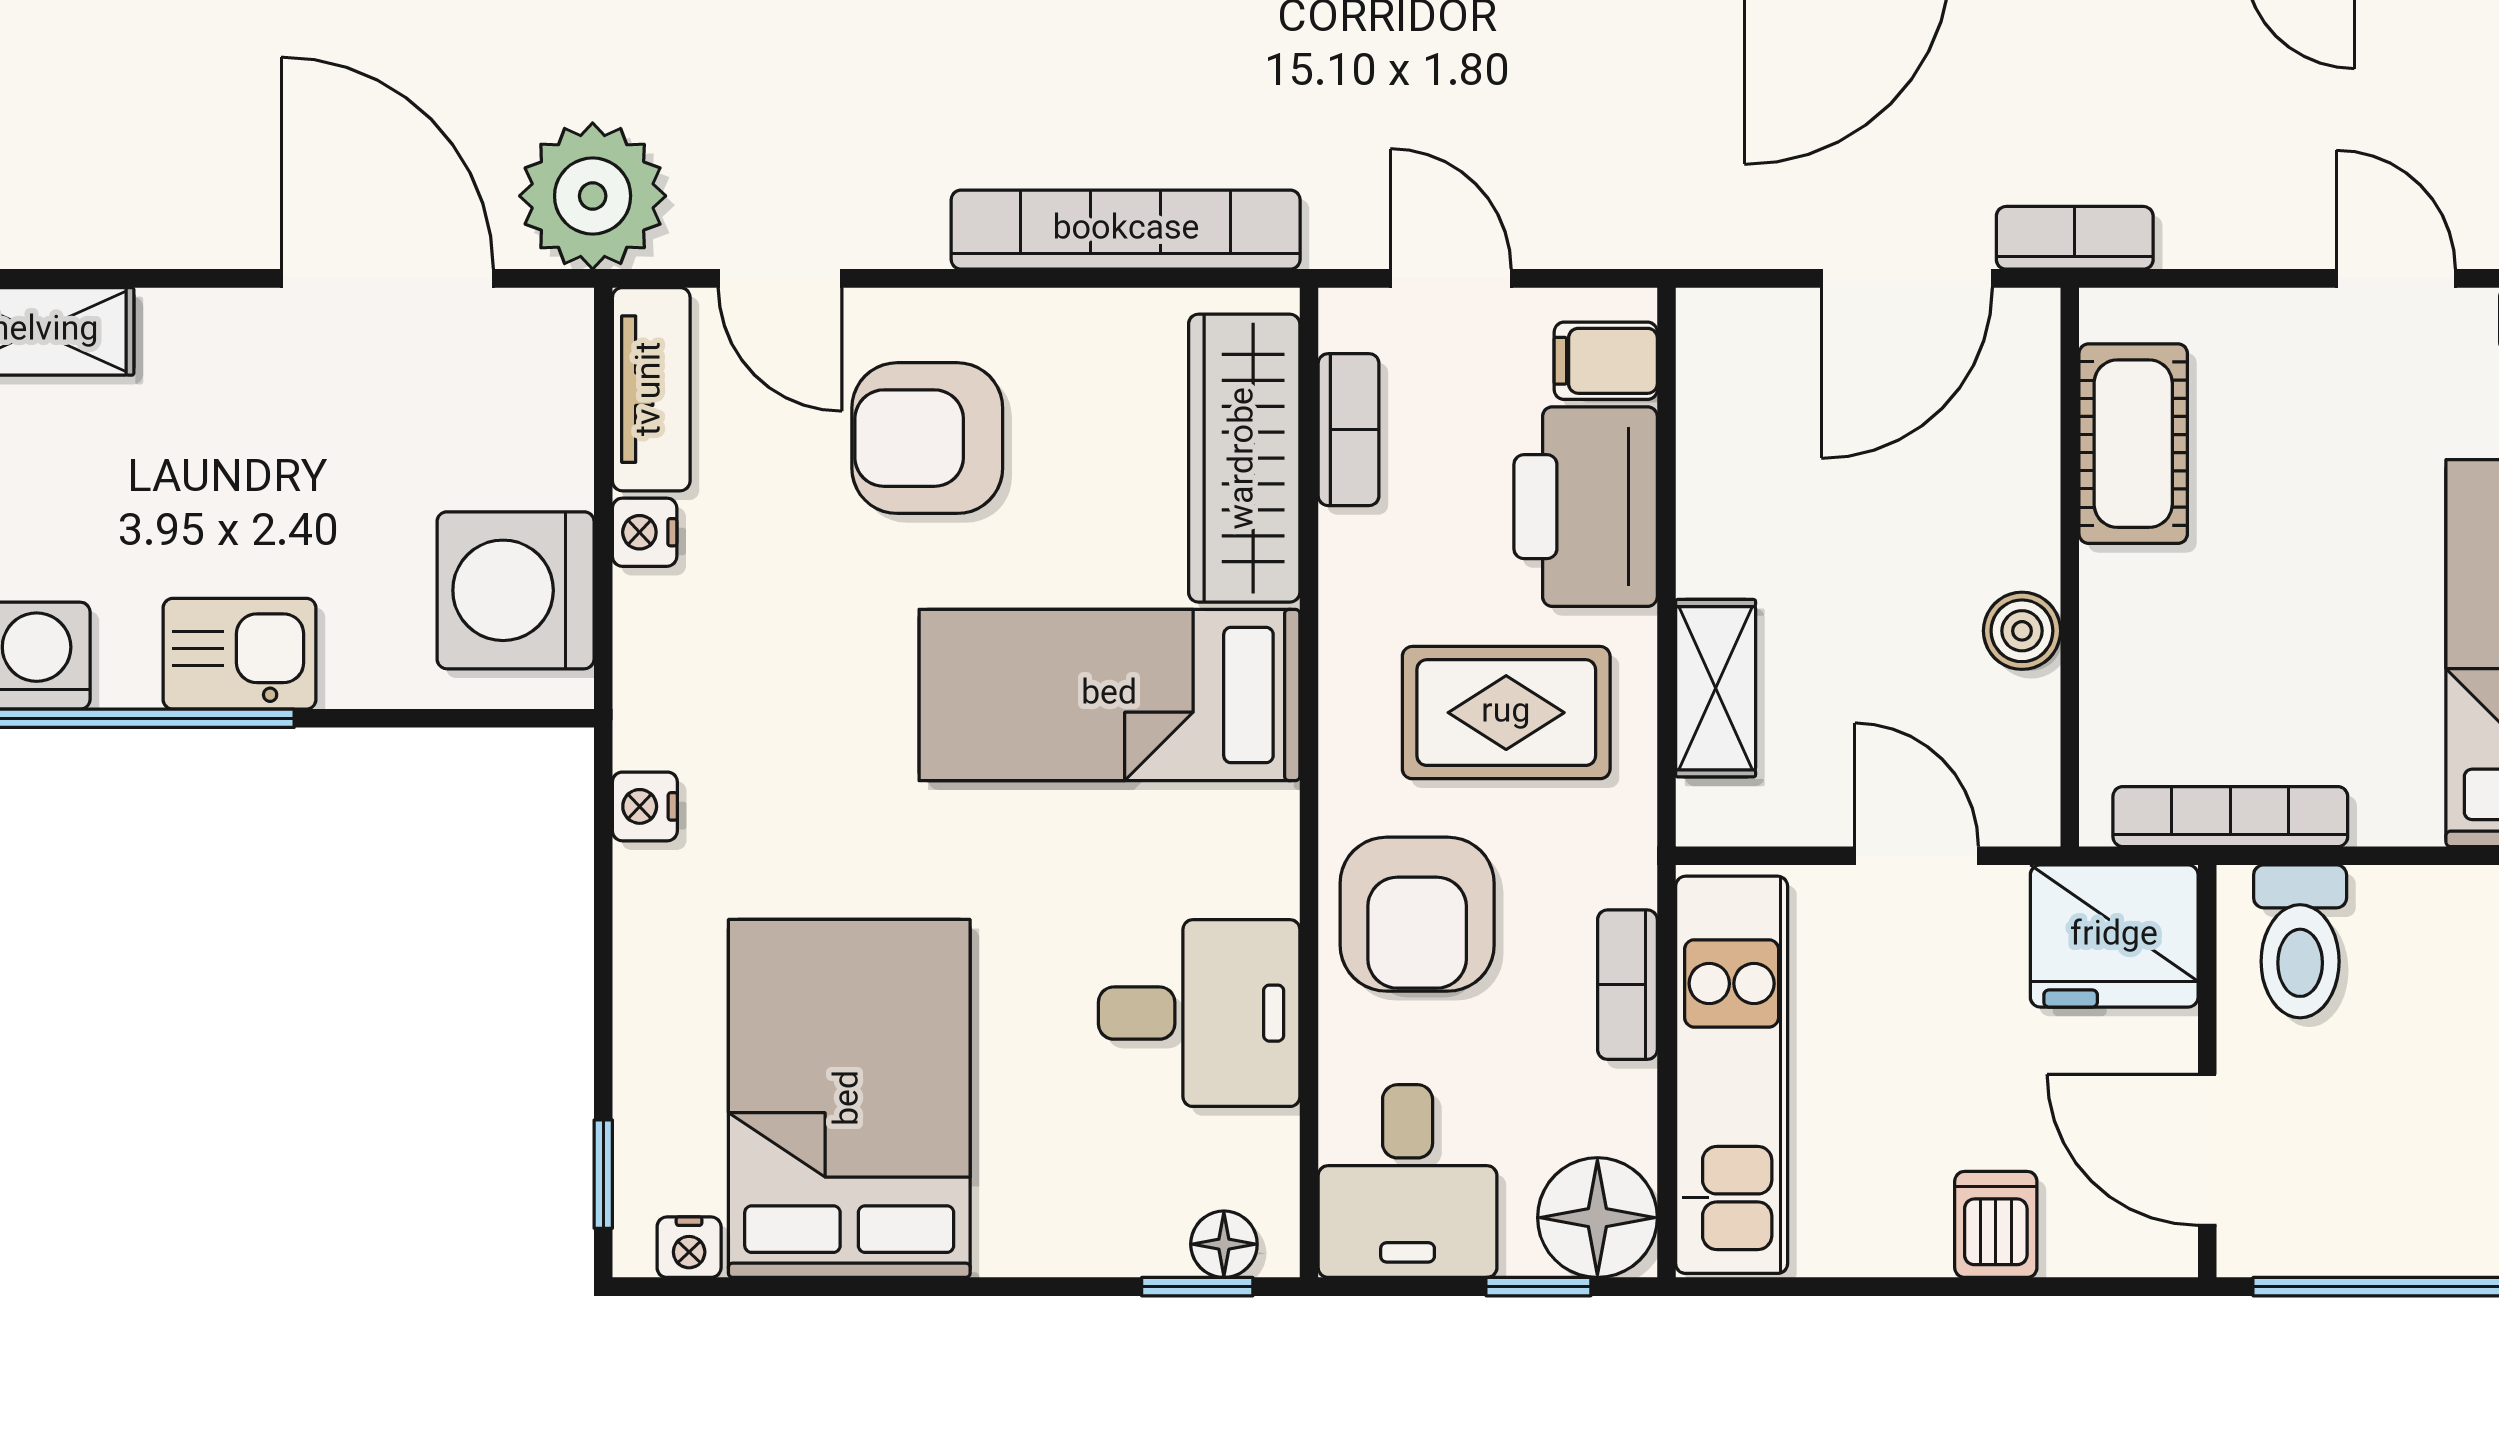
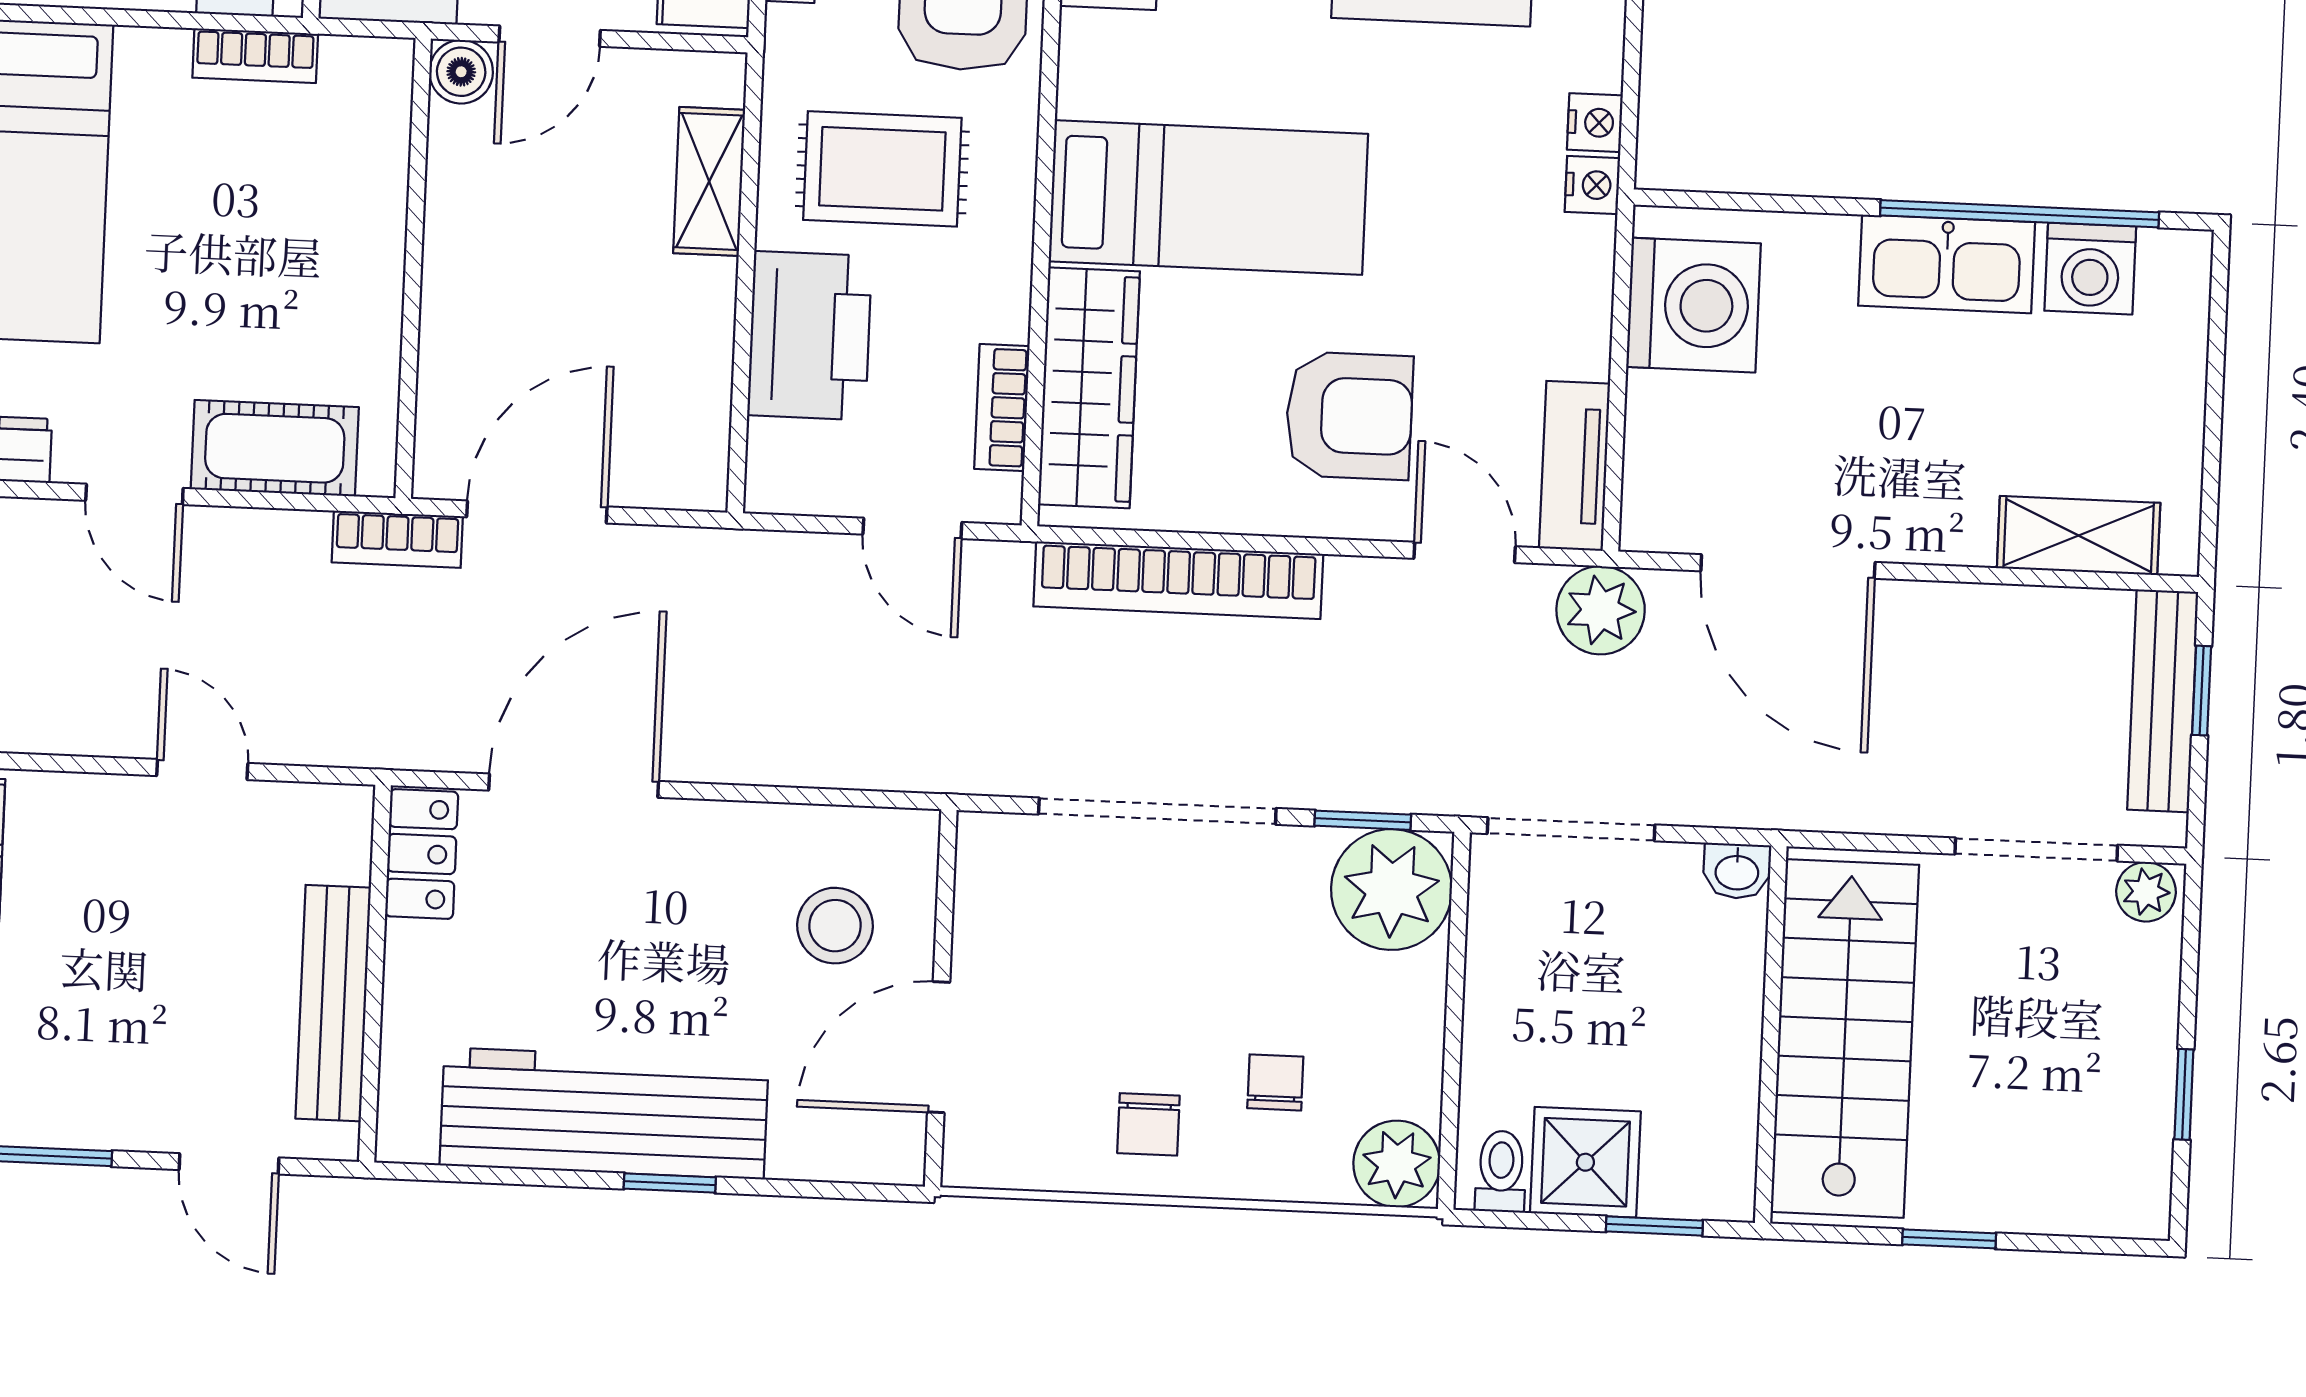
plant: (593, 196) -> (1601, 610), width x0.73, depth x0.73
filing cabinet: (1606, 361) -> (788, 455), removed
cot: (2133, 444) -> (275, 448), moved, turned 90
nightstand: (645, 532) -> (1592, 185), moved
boiler: (2022, 631) -> (461, 72), moved
kitchen sink: (240, 654) -> (1947, 264), width x1.38
bookcase: (2230, 817) -> (255, 56), width x0.64
door: (1917, 856) -> (550, 36), hinge flipped

